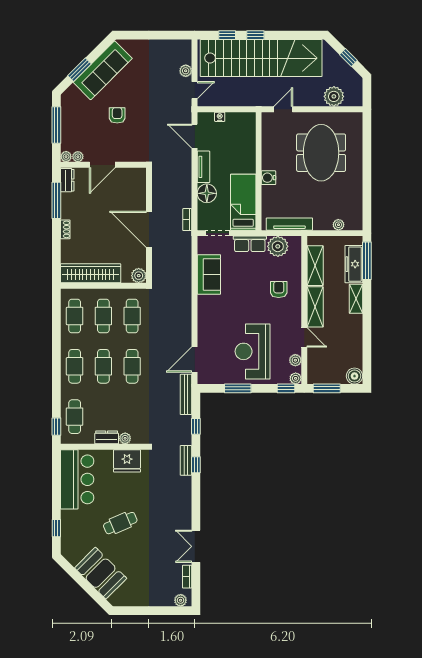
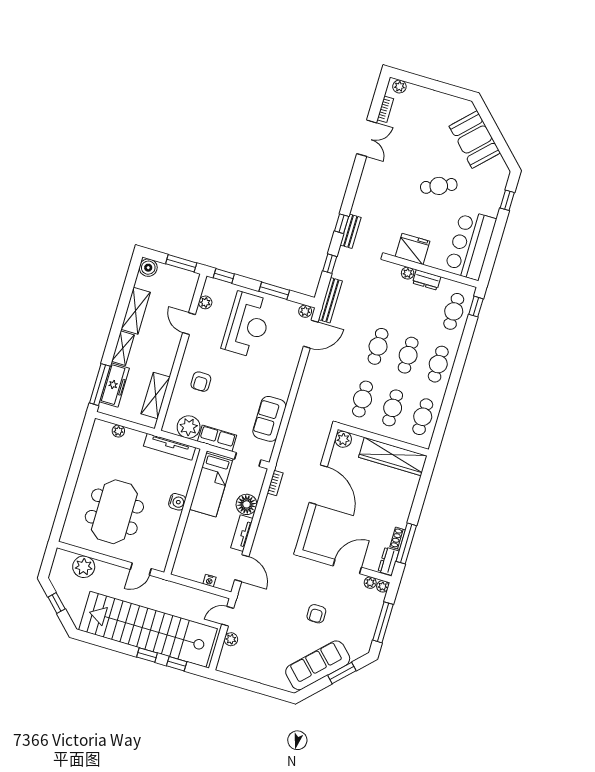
shoe rack: (65, 229) -> (398, 538), moved
shelving: (315, 307) -> (136, 311), moved
plant: (296, 378) -> (305, 311), moved

